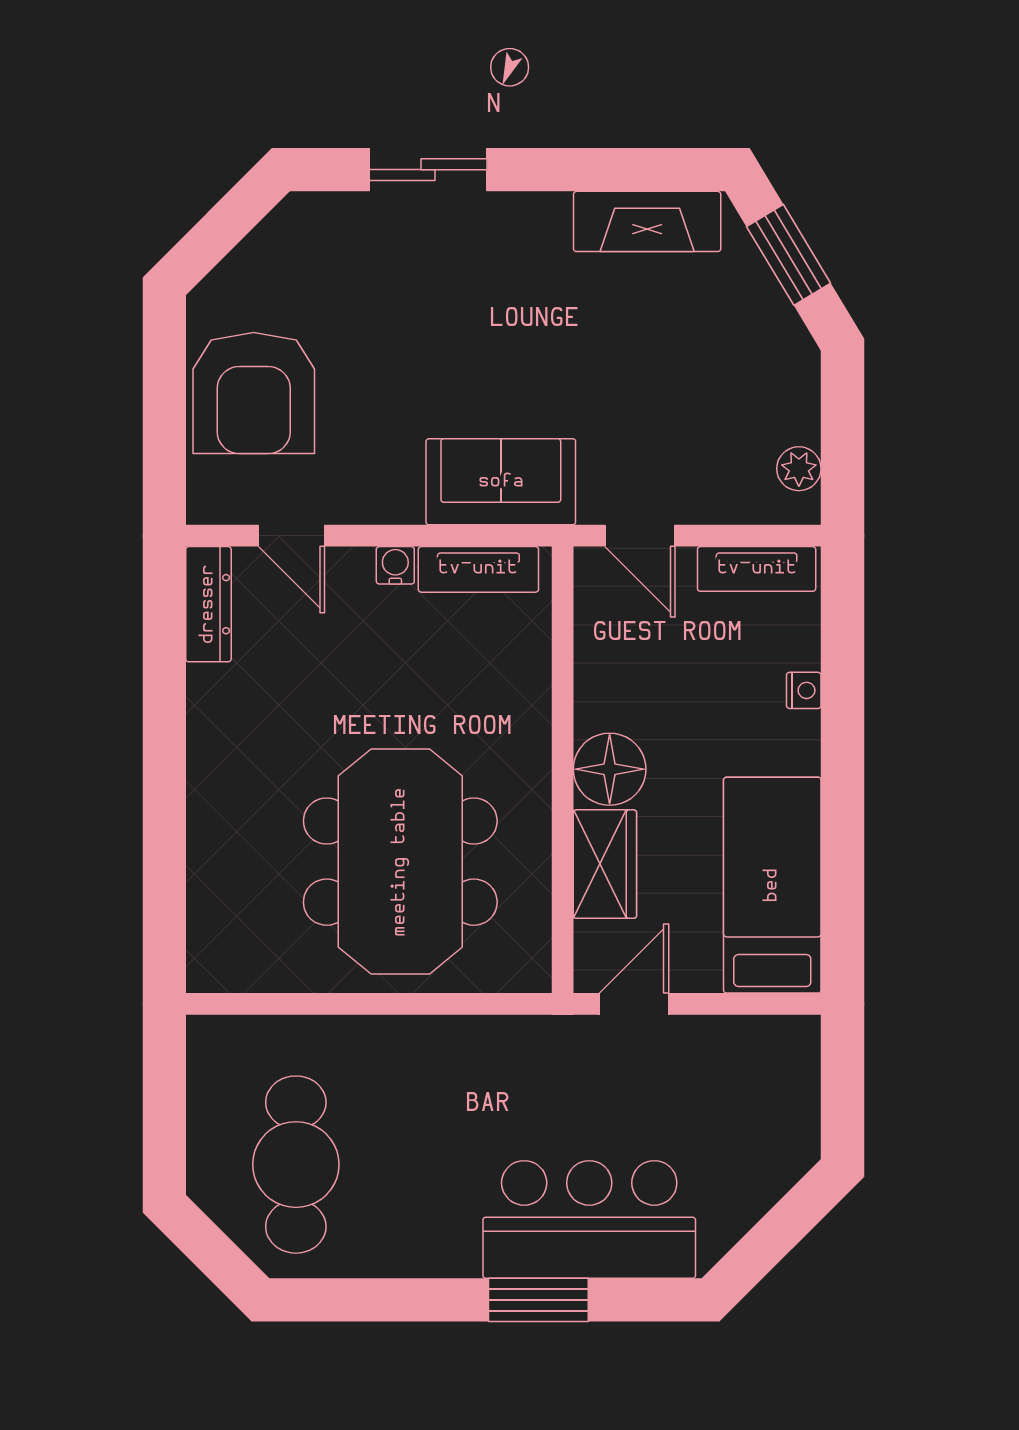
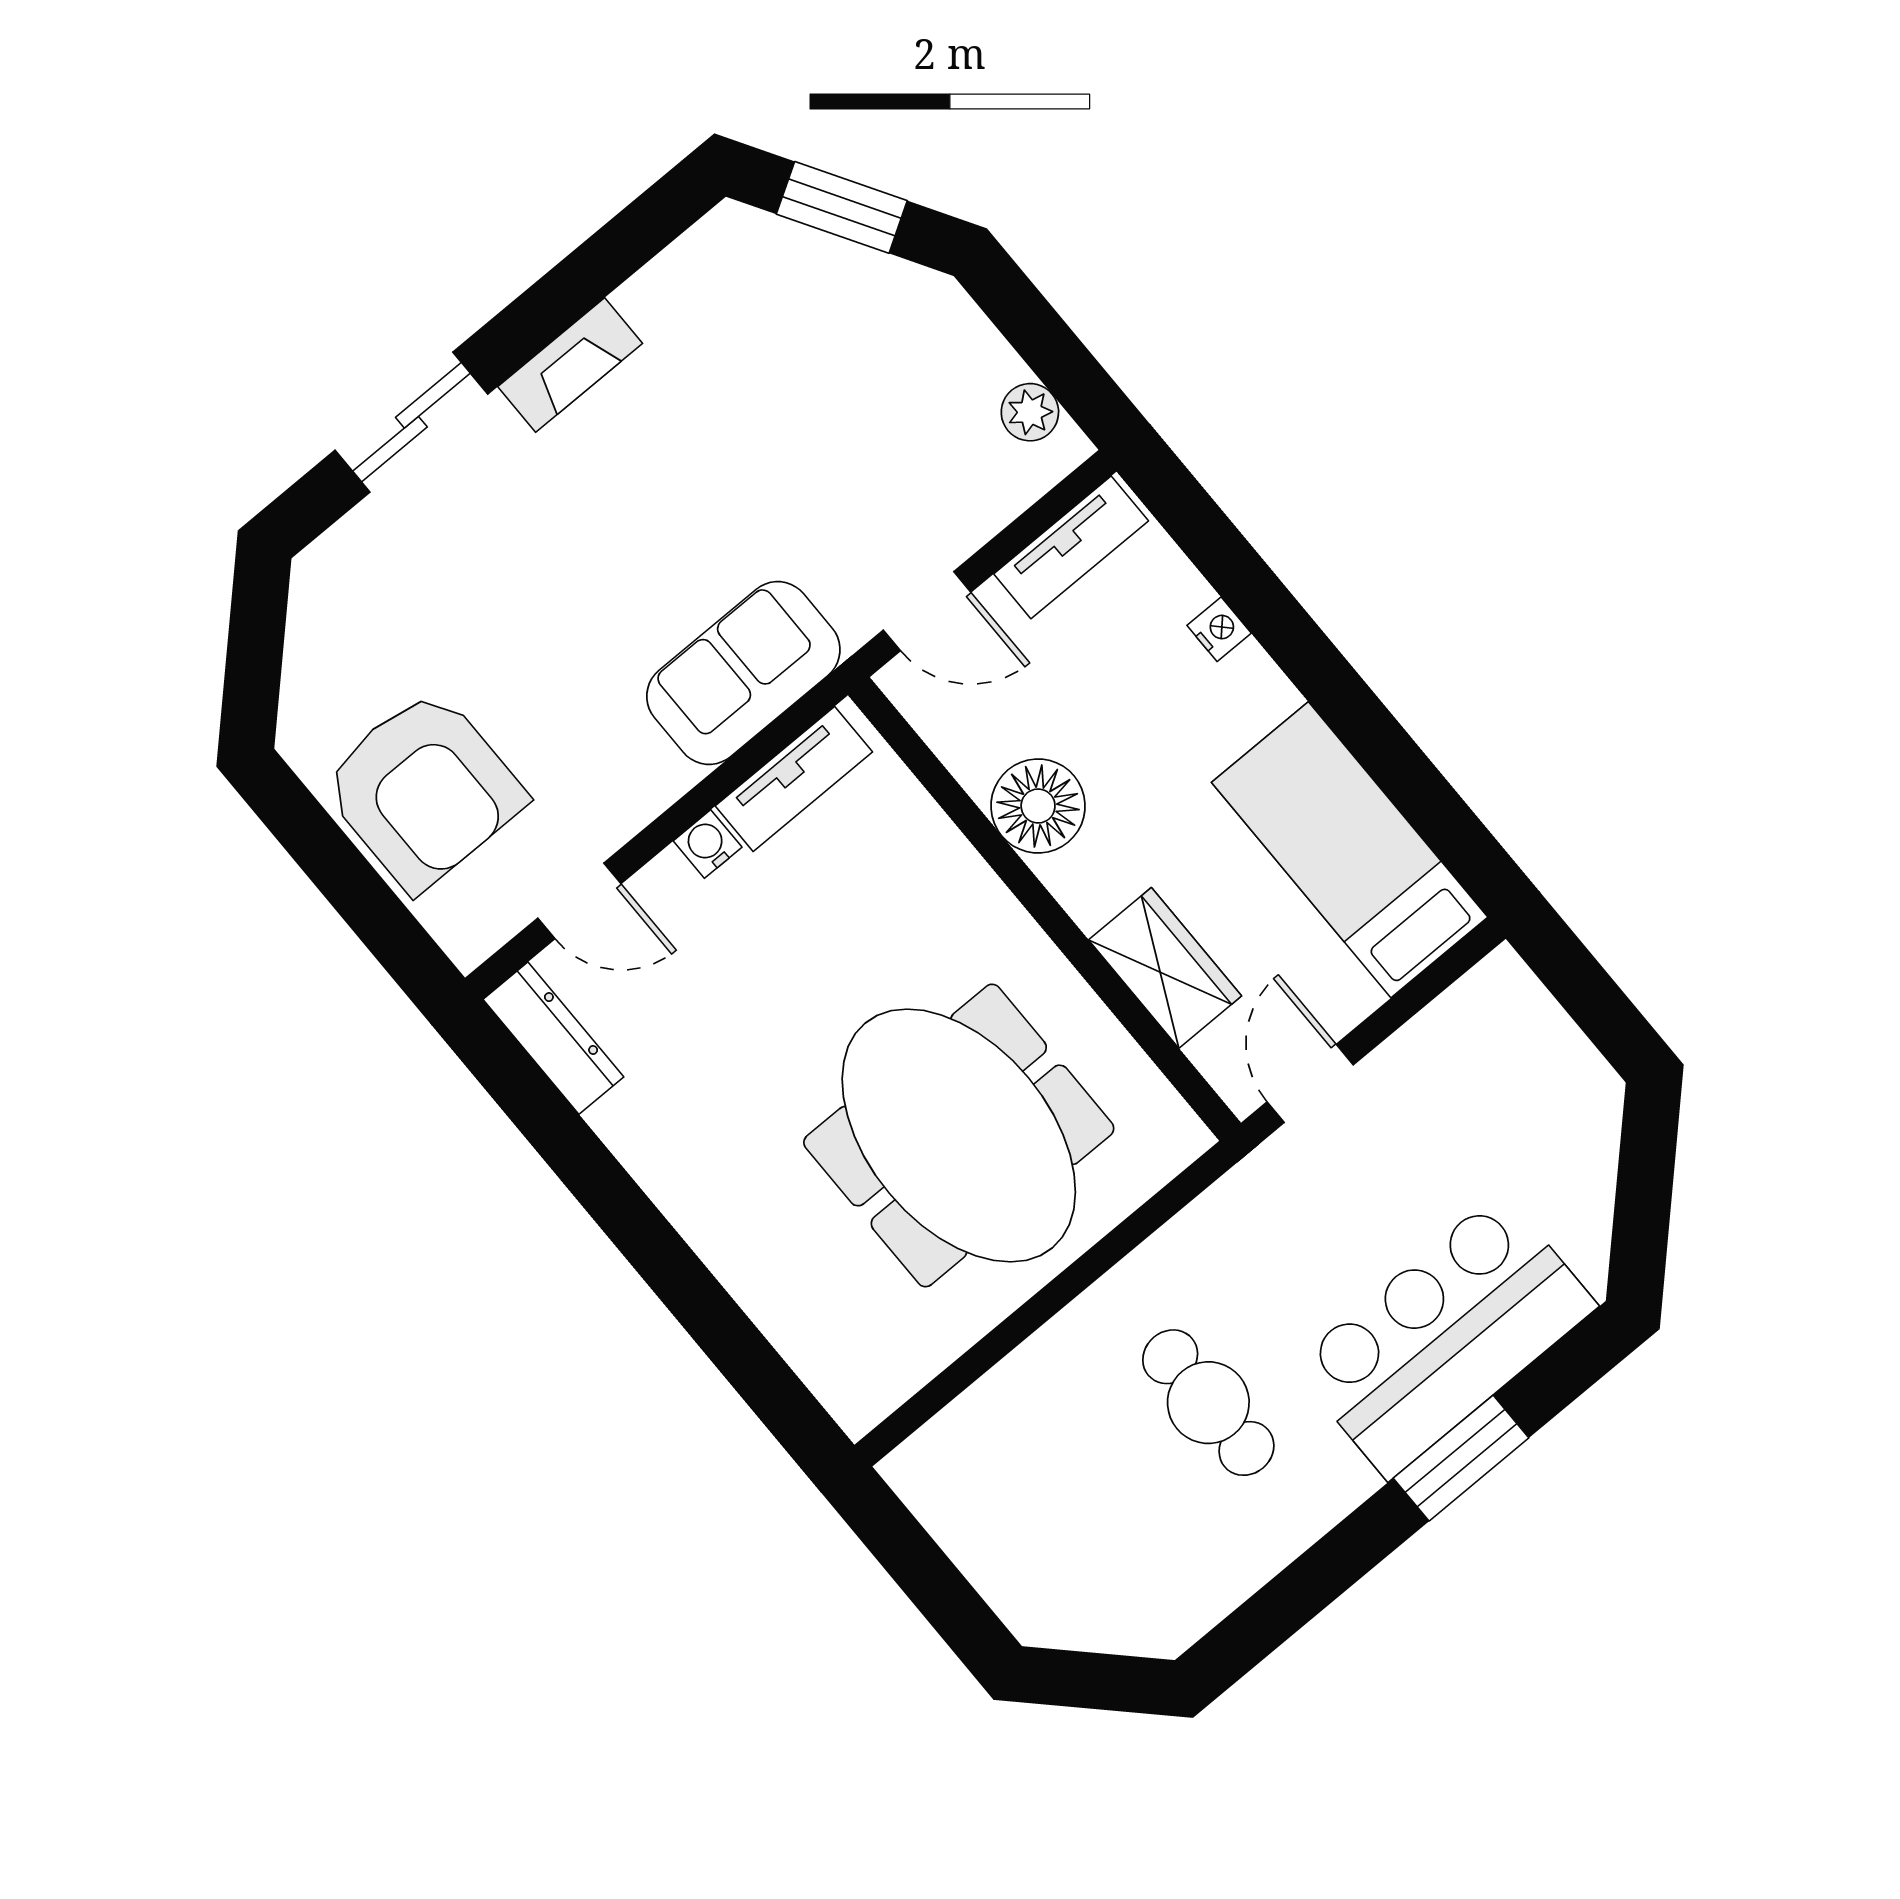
fireplace: (647, 221) -> (570, 365), moved, width x0.73, depth x0.76
floor lamp: (610, 769) -> (1038, 806), moved
cafe table: (296, 1165) -> (1208, 1403), moved, width x0.73, depth x0.74

